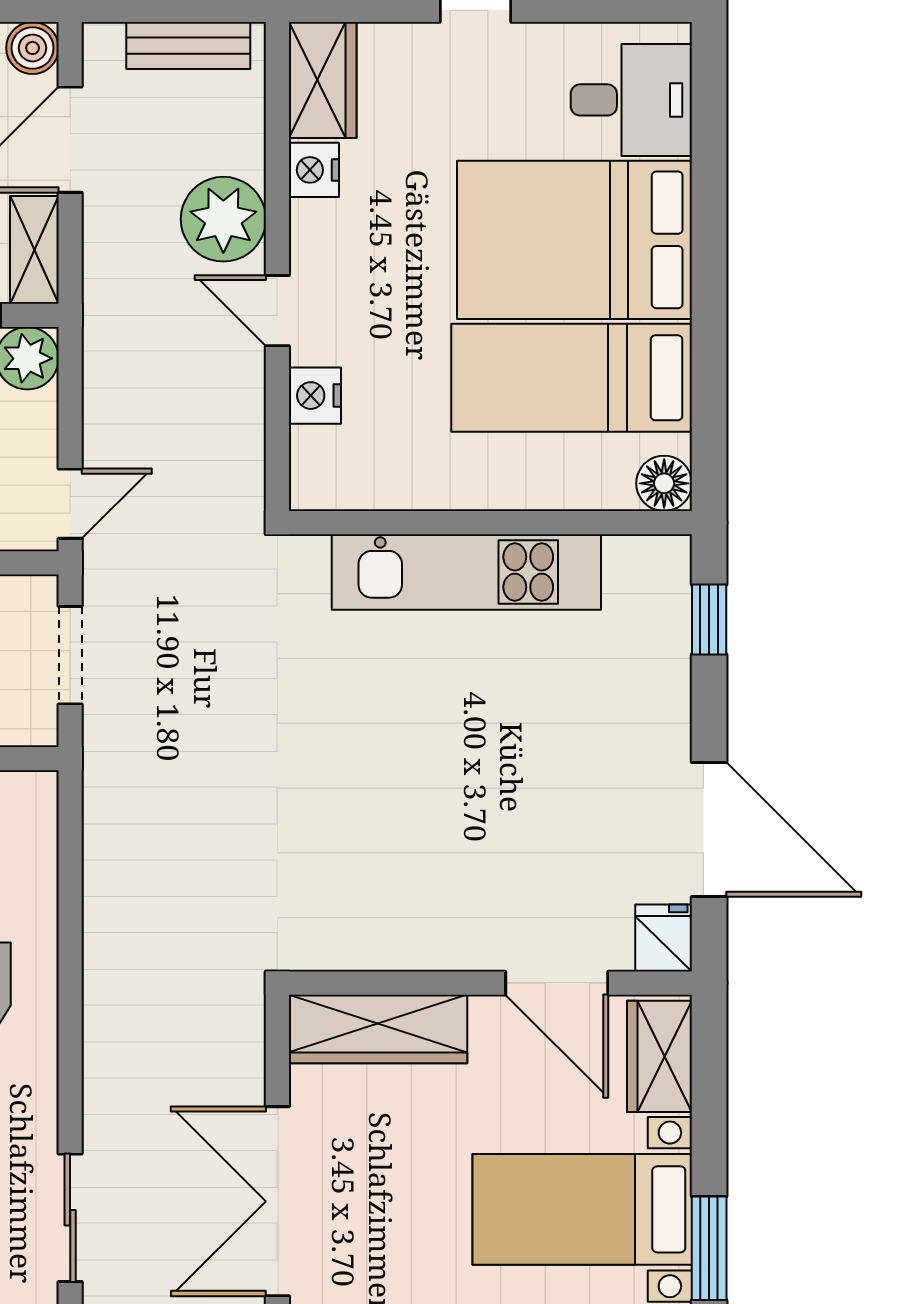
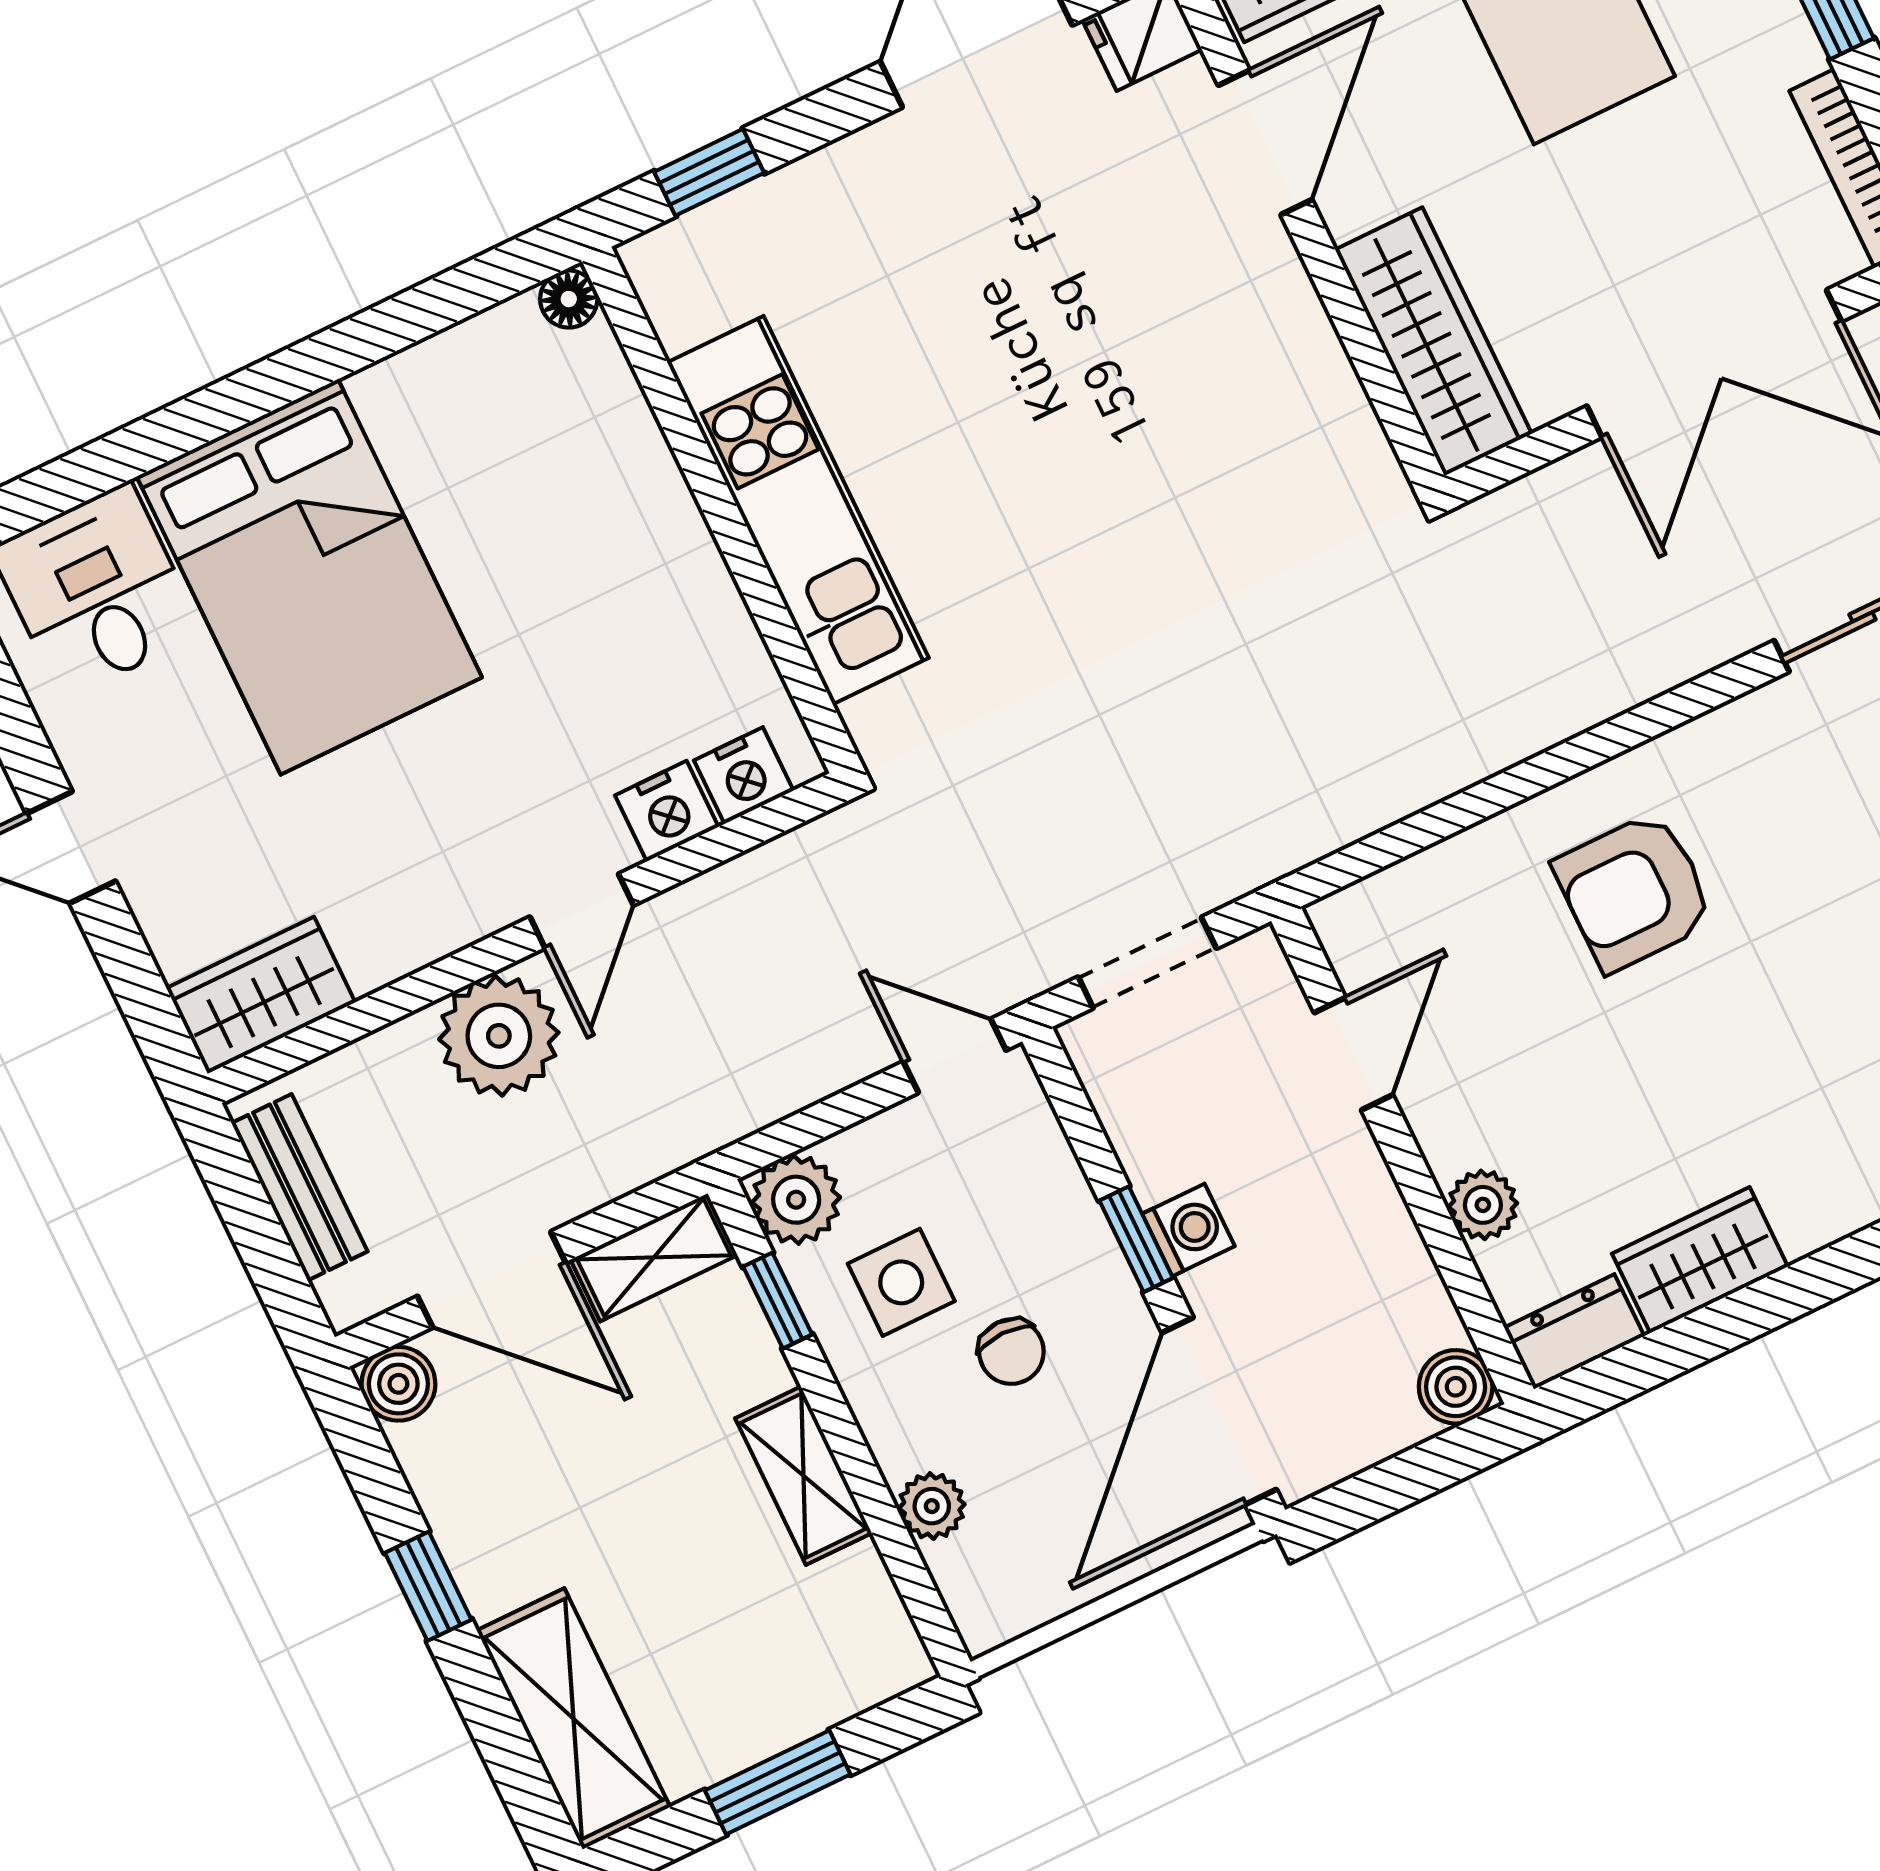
nightstand: (314, 170) -> (744, 776), moved
bed: (572, 378) -> (486, 496), removed
floor lamp: (664, 483) -> (569, 299), width x0.73, depth x0.73

